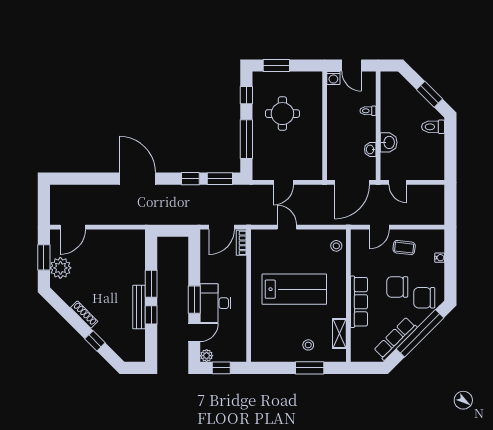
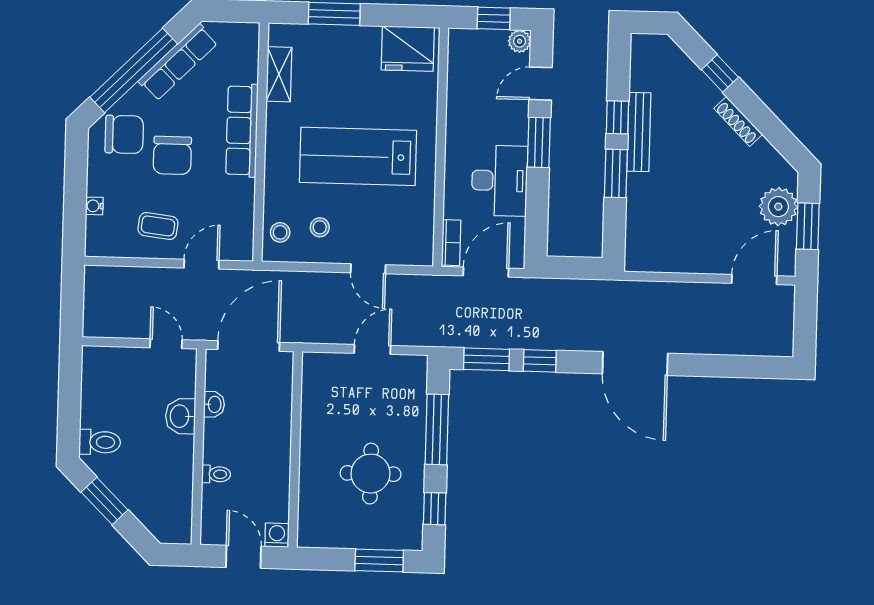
chair: (397, 287) -> (172, 155), turned 90
desk: (215, 303) -> (499, 181), moved
stool: (308, 345) -> (320, 227), moved
fridge: (268, 350) -> (408, 49), added

